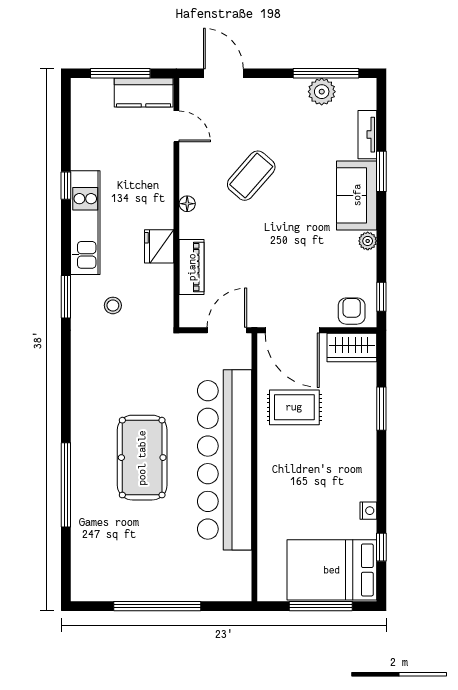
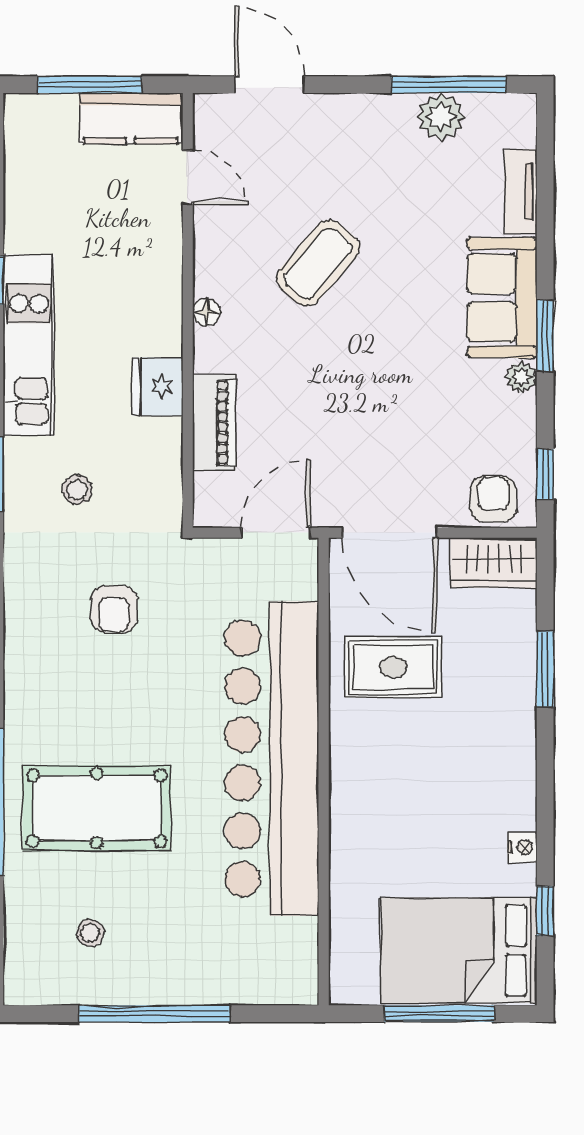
window: (381, 171) -> (545, 336), moved
armchair: (134, 374) -> (114, 609), added
pool table: (142, 458) -> (97, 808), moved, turned 90
stool: (121, 560) -> (90, 933), added

